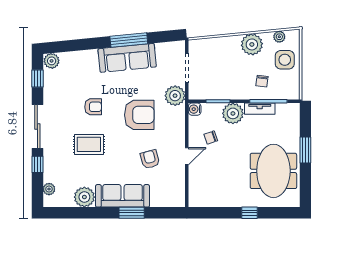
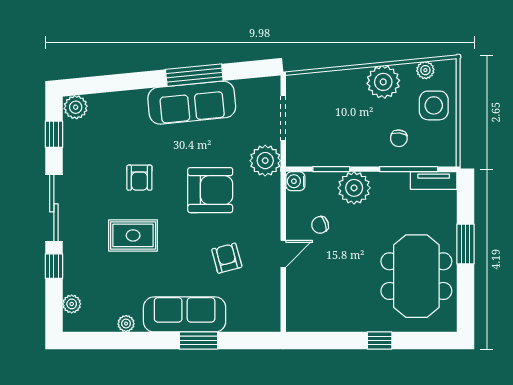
armchair: (93, 107) -> (139, 178), turned 90
tv unit: (260, 109) -> (434, 181), moved
plant: (84, 197) -> (126, 324), width x0.53, depth x0.53

